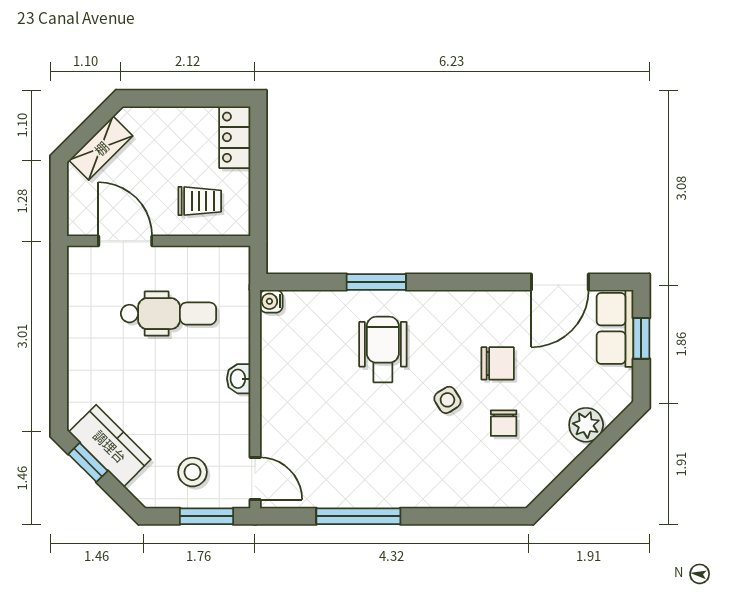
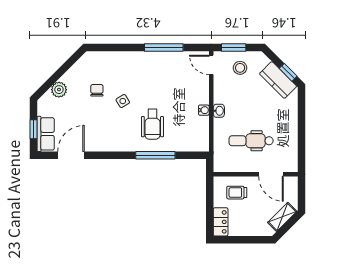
window: (376, 282) -> (155, 155), width x1.44
water cooler: (271, 301) -> (204, 110), moved
chair: (498, 363) -> (100, 118), removed

